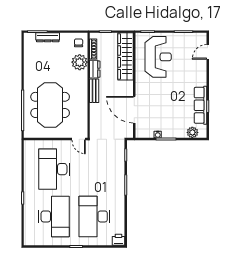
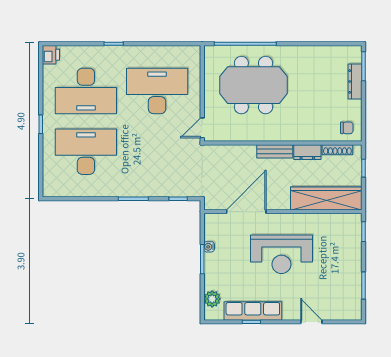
door: (208, 52) -> (311, 322), moved
reception desk: (158, 57) -> (281, 254), moved
plant: (80, 62) -> (318, 129), removed
printer: (119, 240) -> (51, 55), moved

